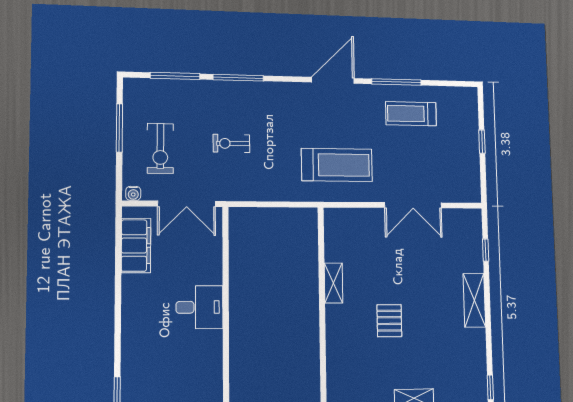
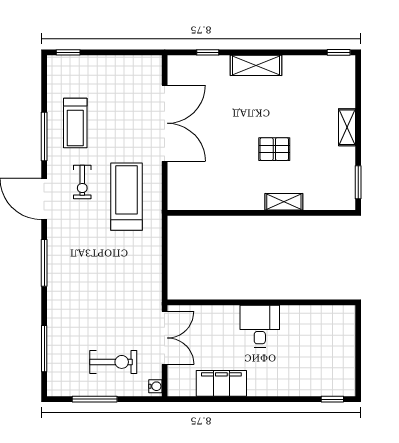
window: (238, 78) -> (44, 263), moved
window: (482, 142) -> (68, 52), moved
exercise bike: (231, 143) -> (82, 182), moved
double door: (413, 205) -> (165, 123), width x1.36
filing cabinet: (136, 246) -> (221, 383), moved
shelving: (334, 283) -> (284, 202), moved

